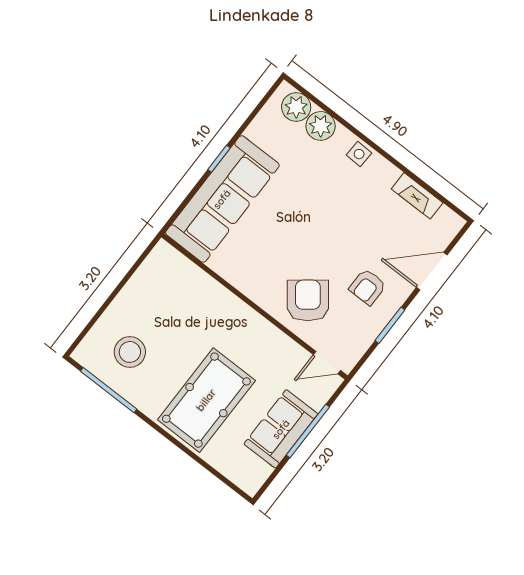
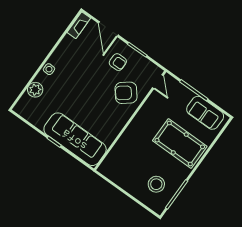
plant: (296, 107) -> (26, 103), removed
fireplace: (417, 196) -> (79, 25), moved
sofa: (281, 429) -> (205, 113), moved

